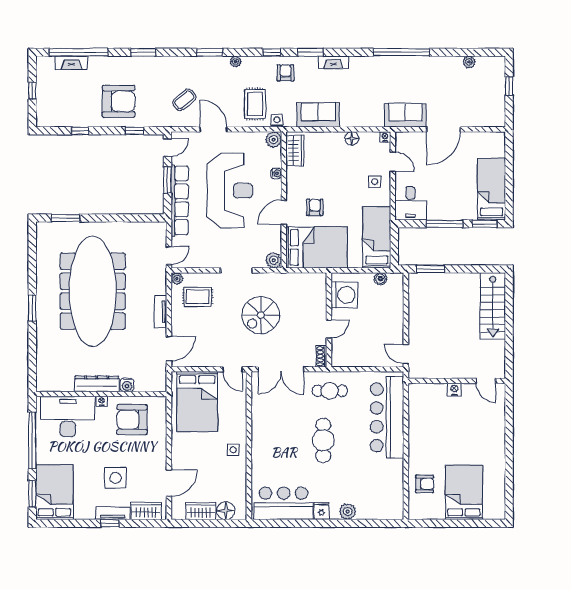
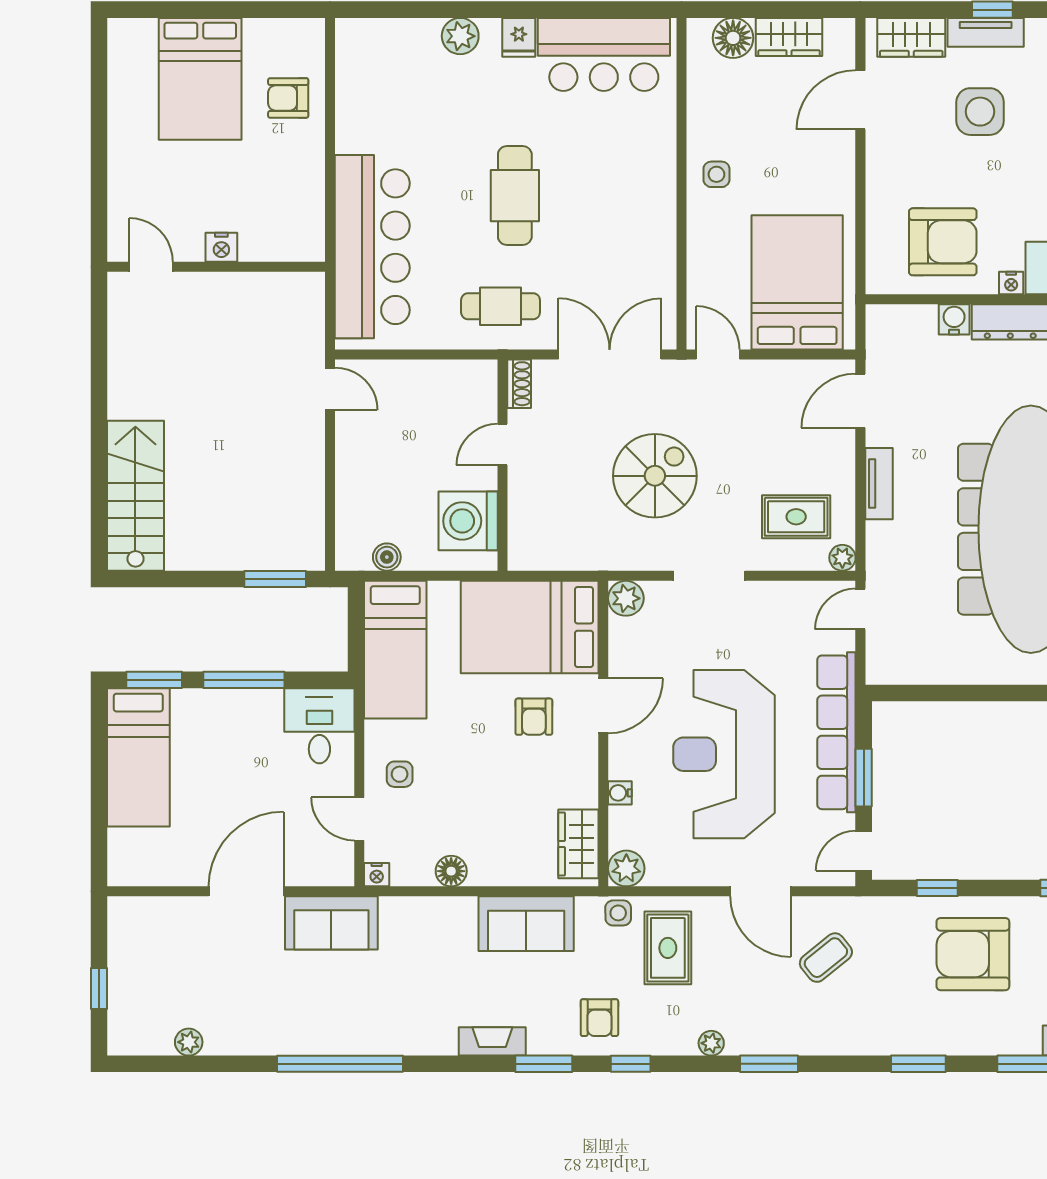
wall: (457, 381) -> (216, 267), moved
door: (486, 381) -> (151, 267), moved
nightstand: (454, 390) -> (221, 247), moved

